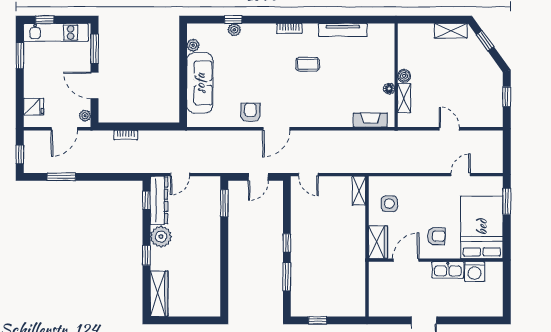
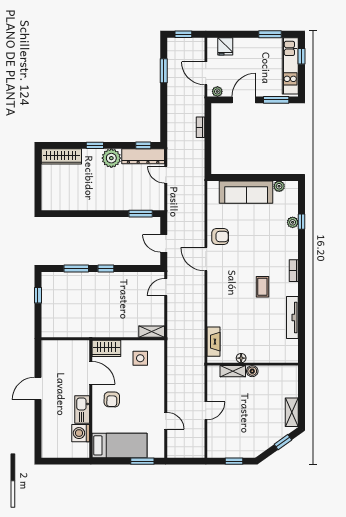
bed: (482, 227) -> (120, 445), width x0.67

